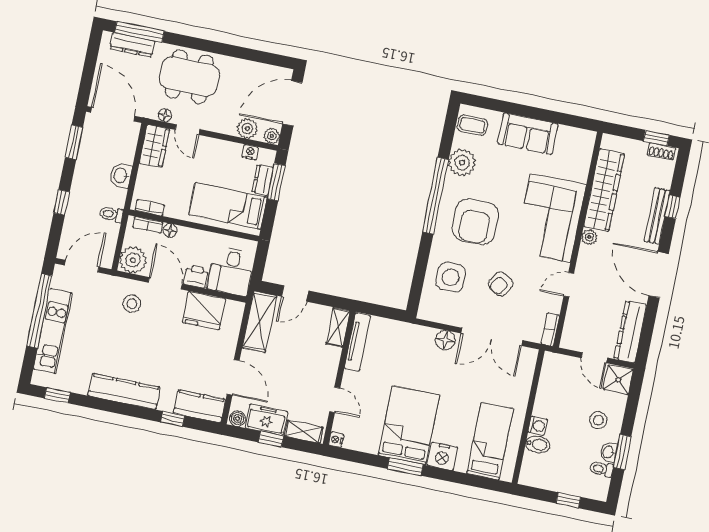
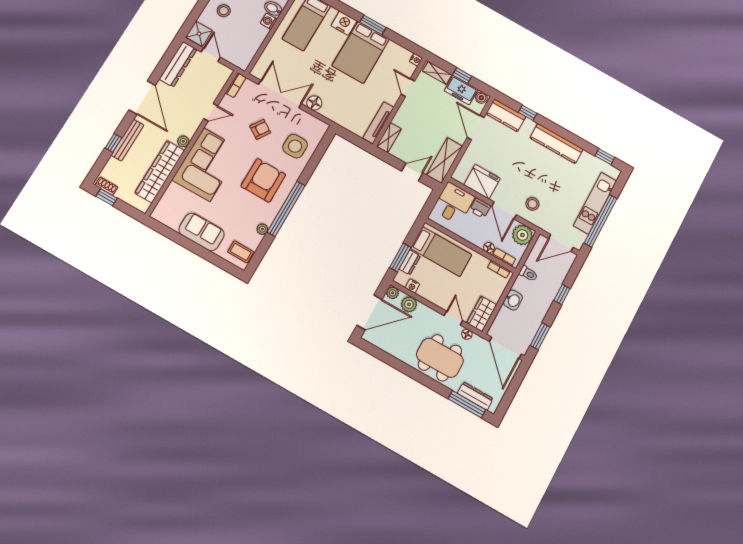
plant: (462, 163) -> (262, 229), width x0.53, depth x0.53

